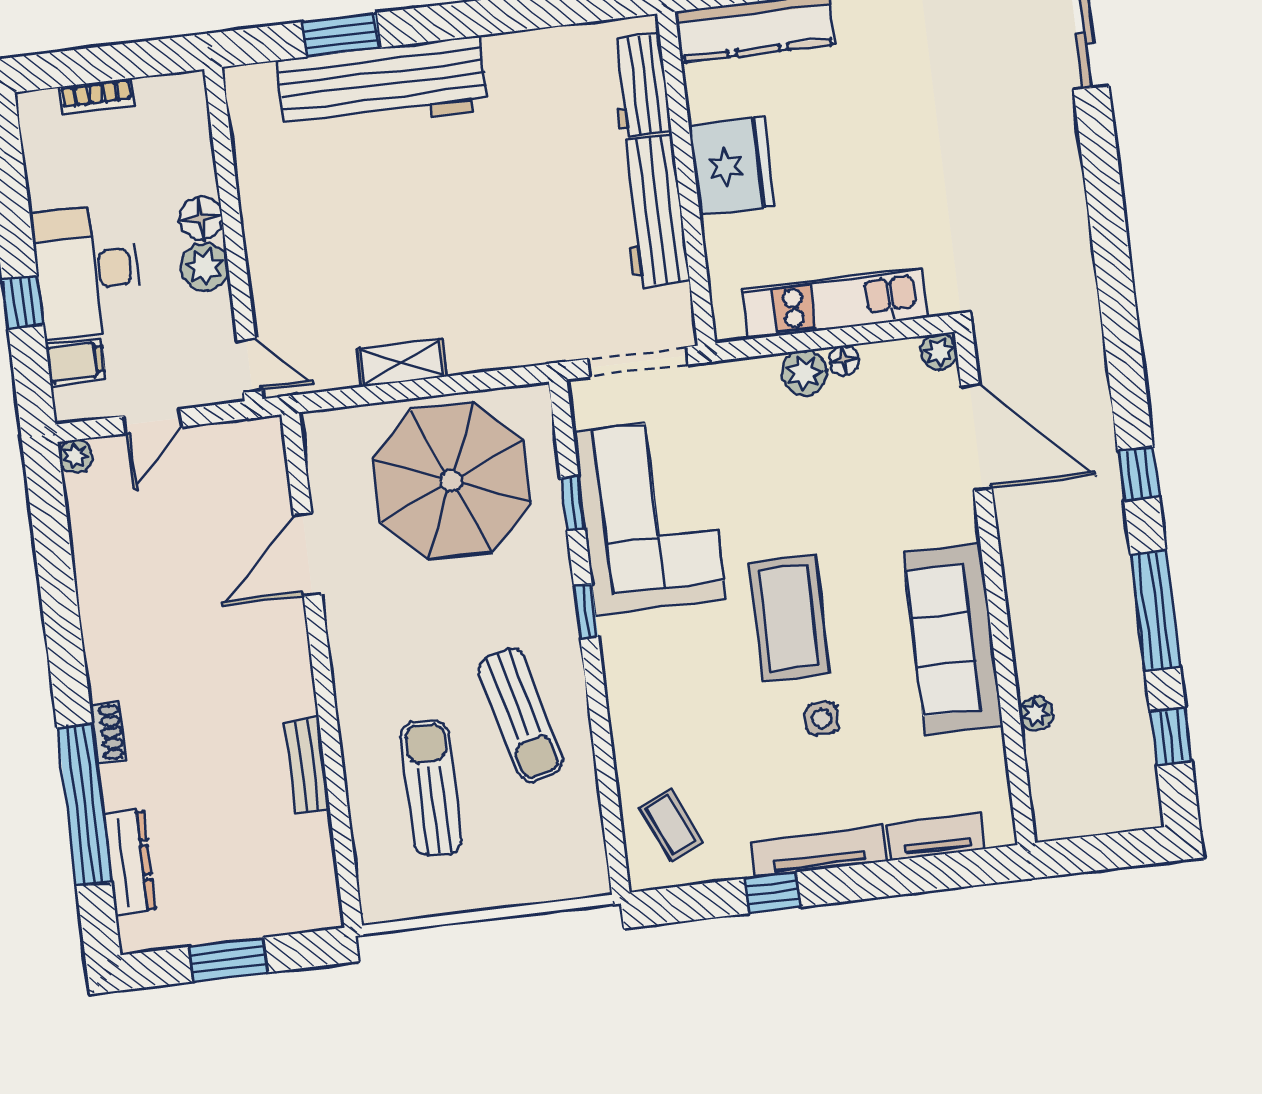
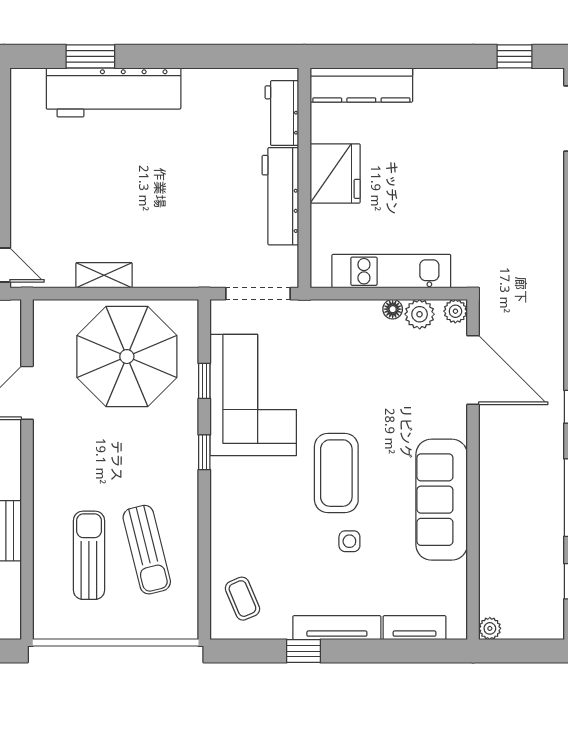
plant: (804, 373) -> (420, 314), moved
plant: (1036, 714) -> (490, 628), moved
sun lounger: (521, 715) -> (147, 550), moved

